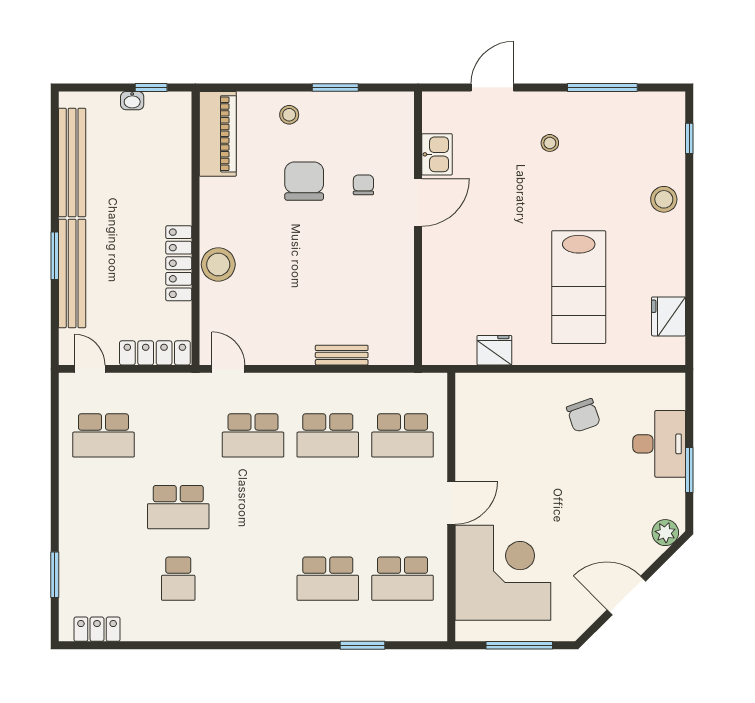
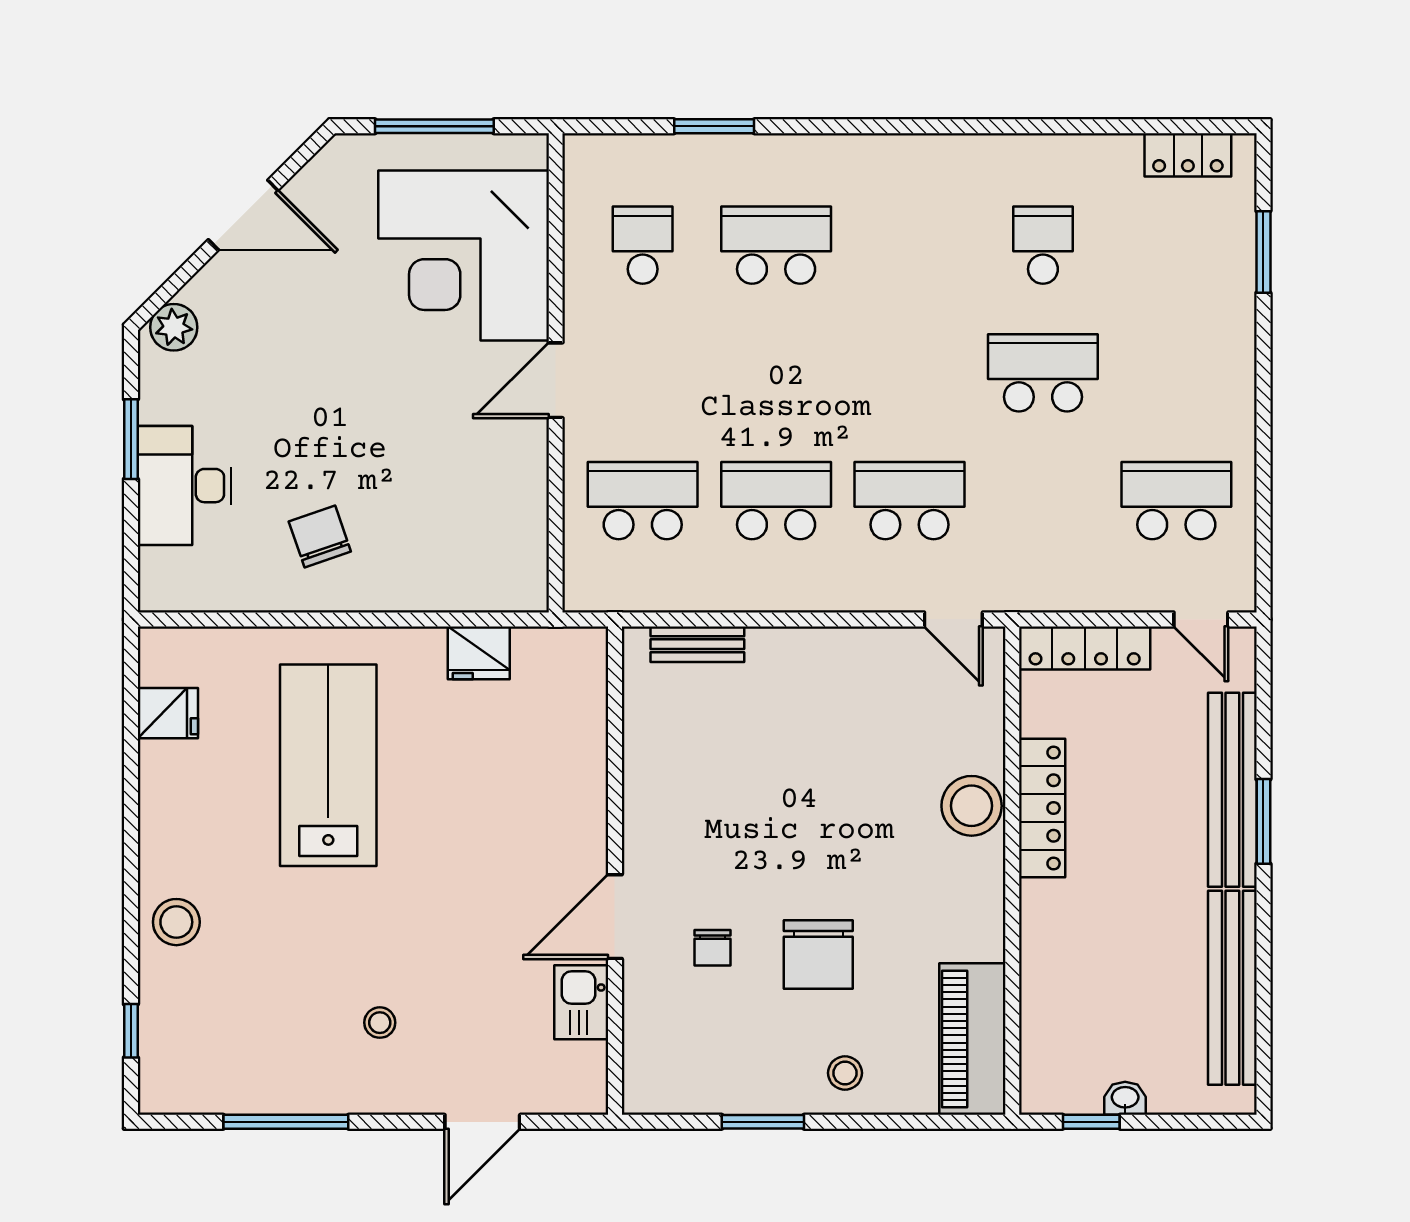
fridge: (669, 316) -> (168, 713), width x0.72
bench: (342, 355) -> (697, 644), moved
school desk: (403, 579) -> (643, 245), width x0.54

